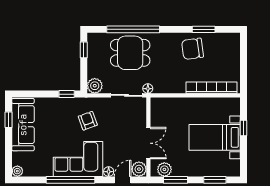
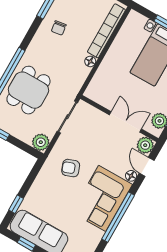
chair: (193, 49) -> (59, 28), width x0.54, depth x0.54
floor lamp: (148, 89) -> (90, 61), moved
window: (67, 94) -> (16, 204), moved

